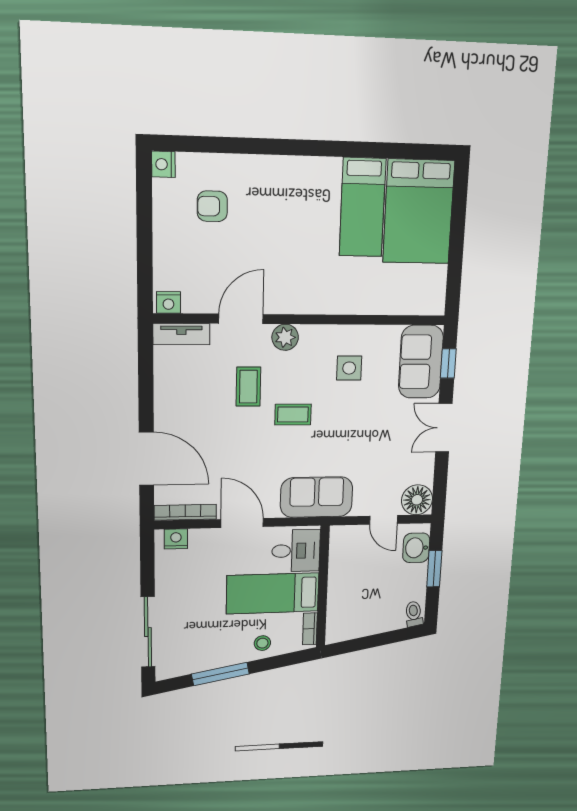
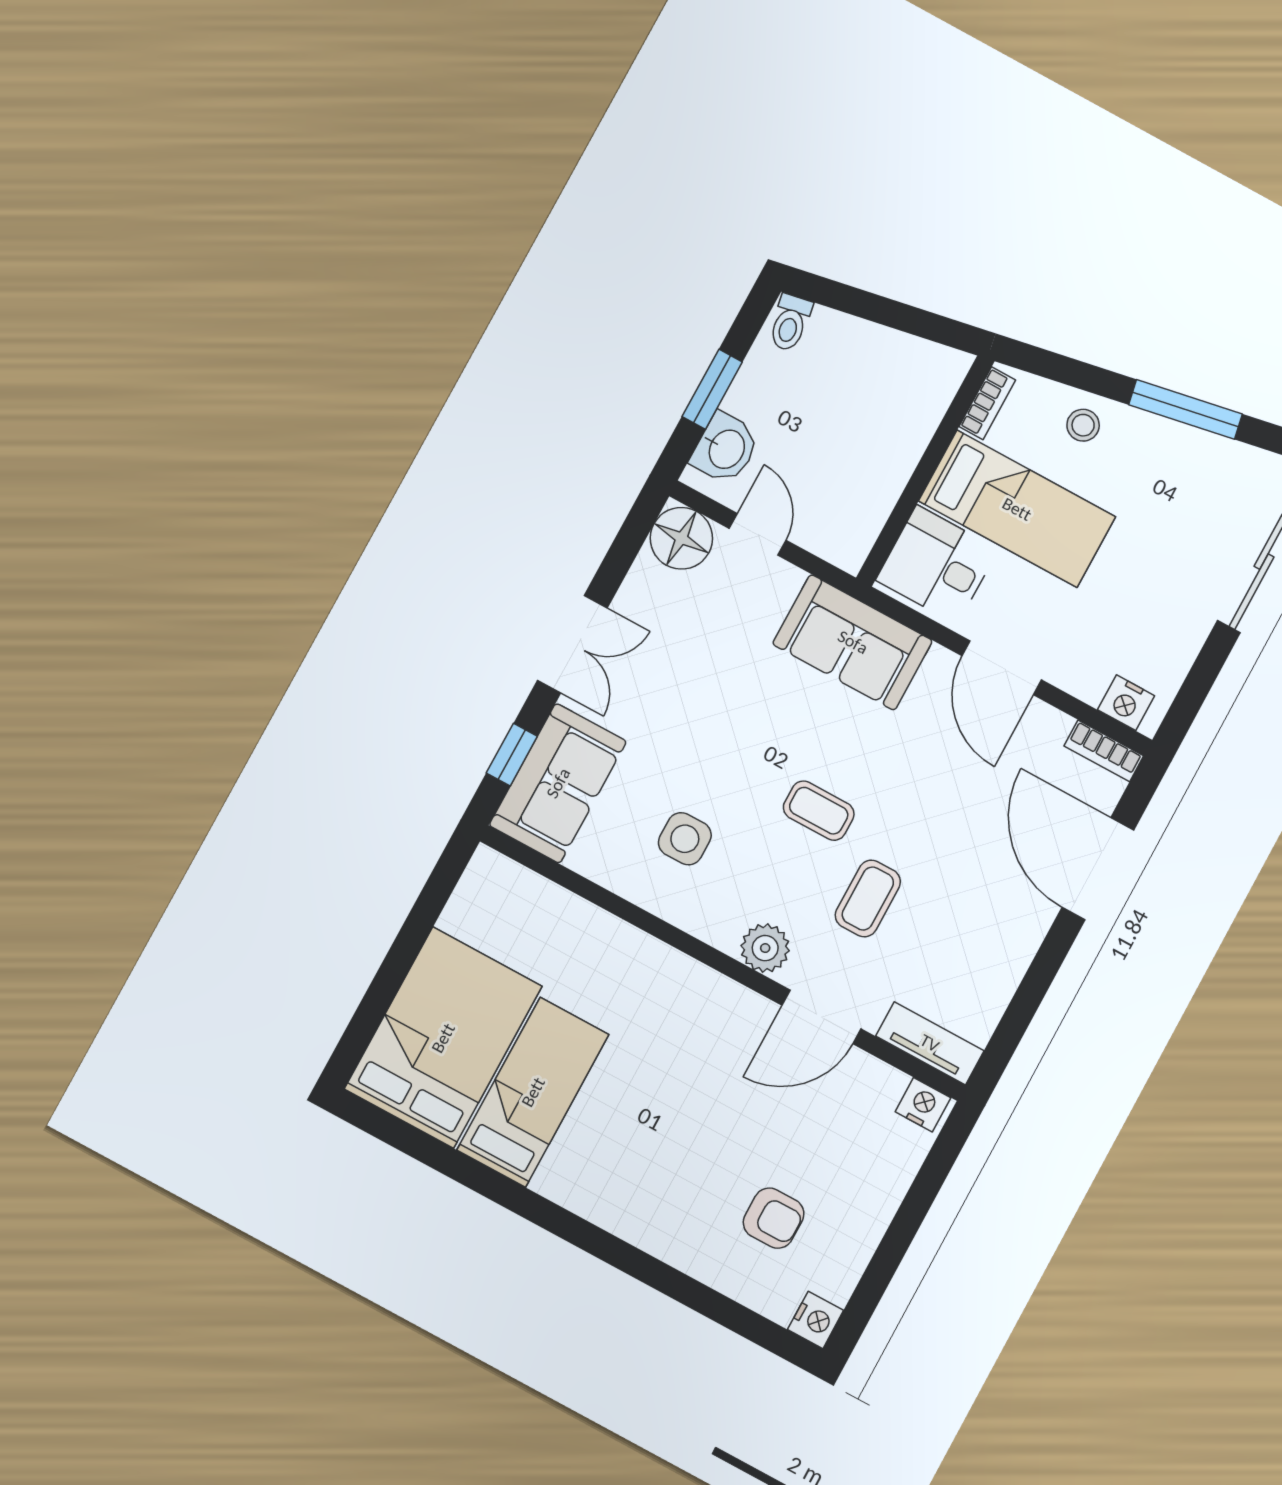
bookcase: (185, 512) -> (1104, 751), width x0.64

